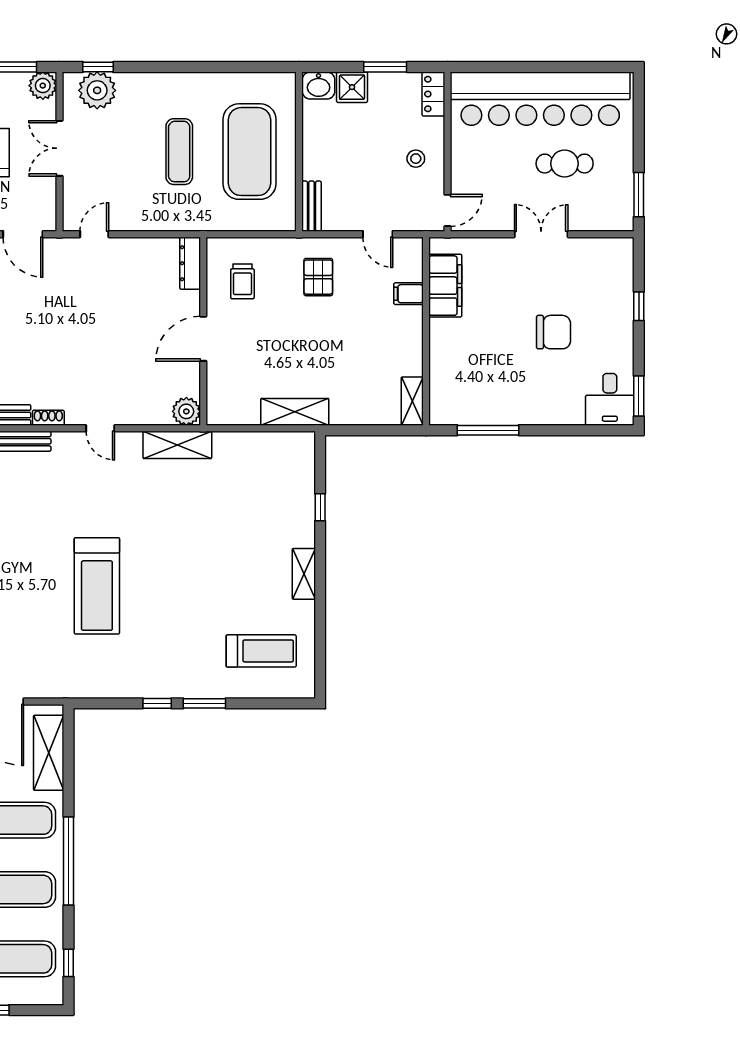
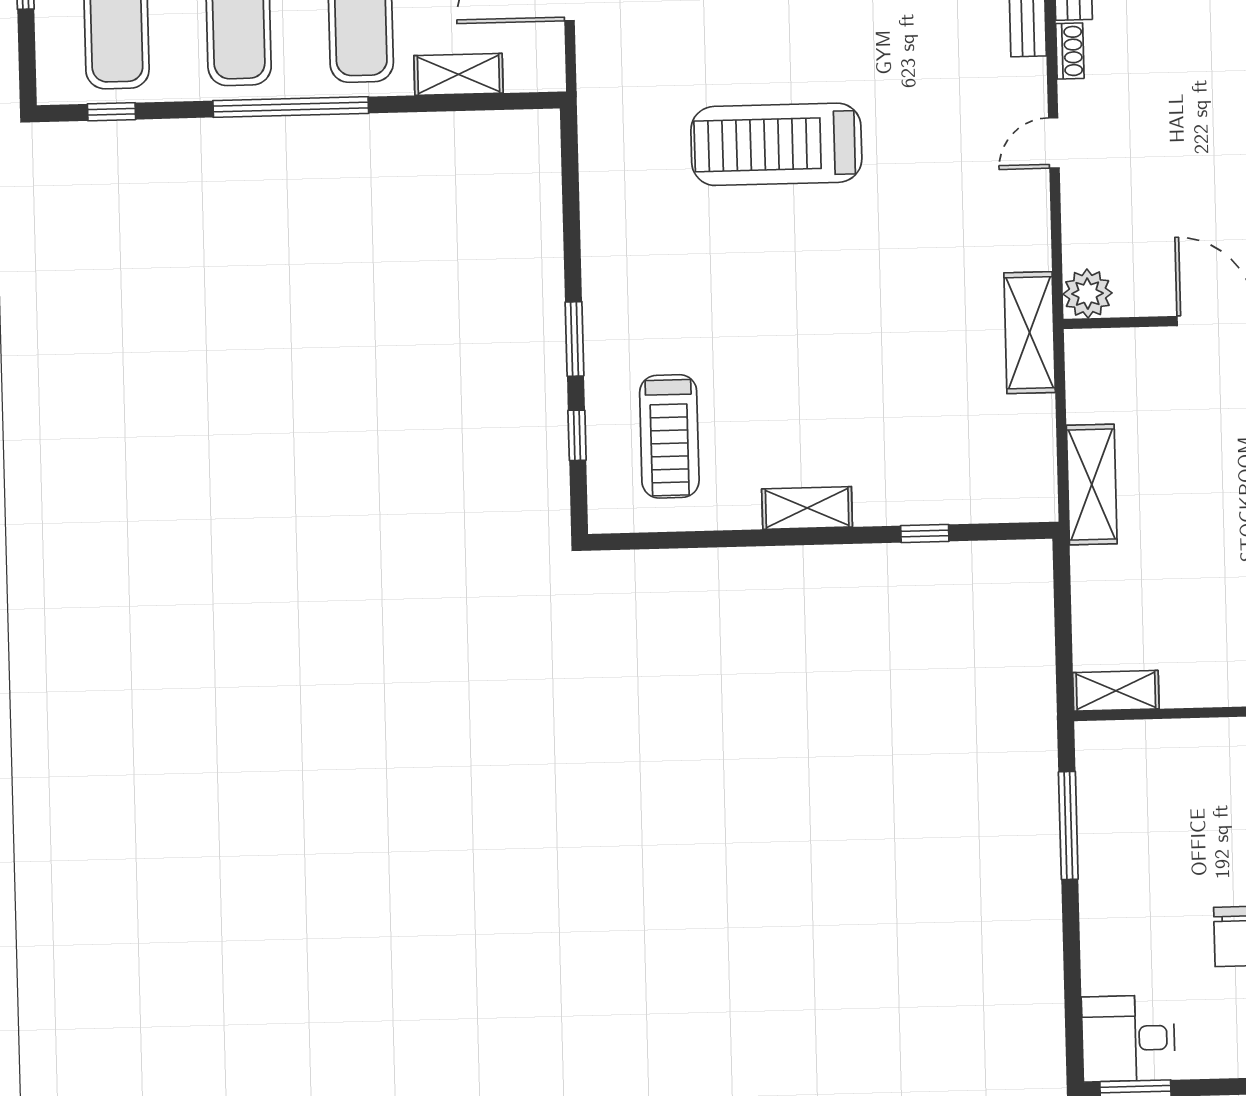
shelving: (177, 445) -> (1030, 333), moved
window: (157, 703) -> (577, 435), moved
shelving: (49, 753) -> (459, 74), width x0.67, depth x0.75

